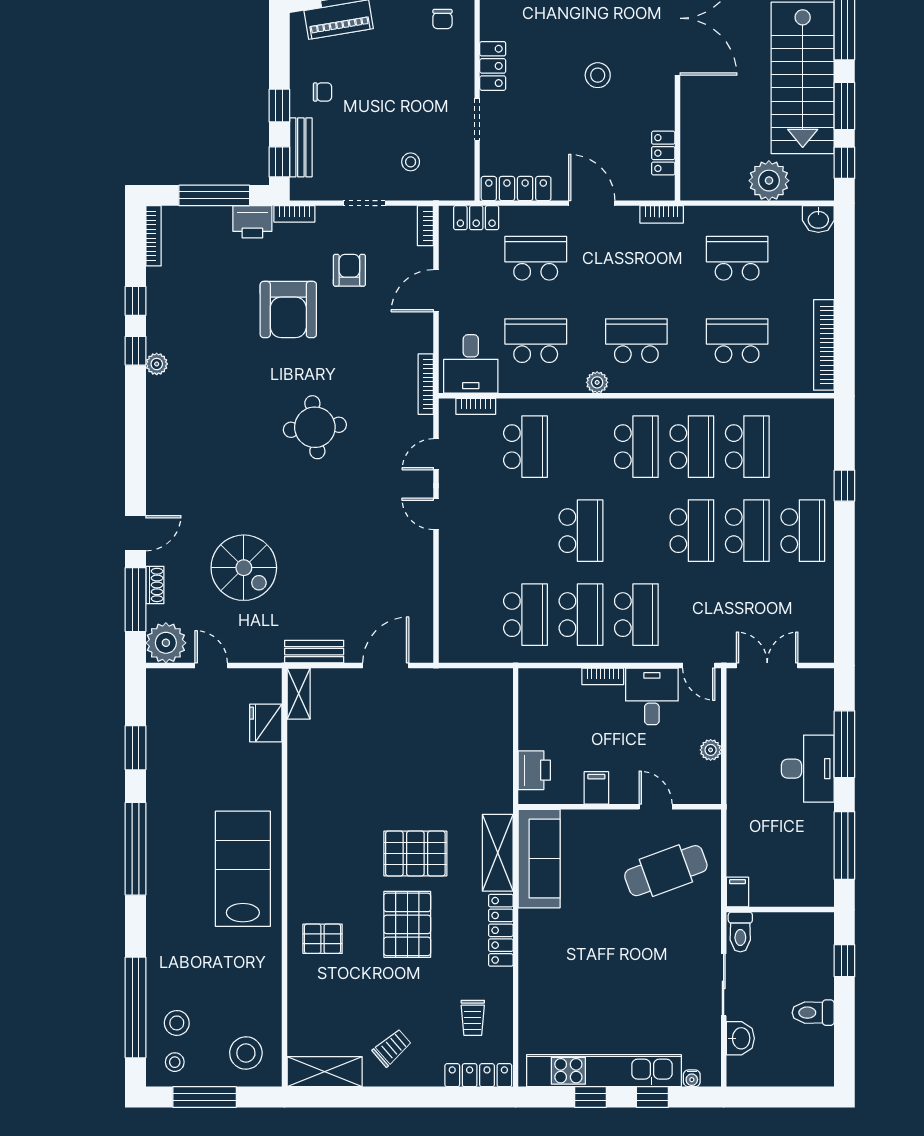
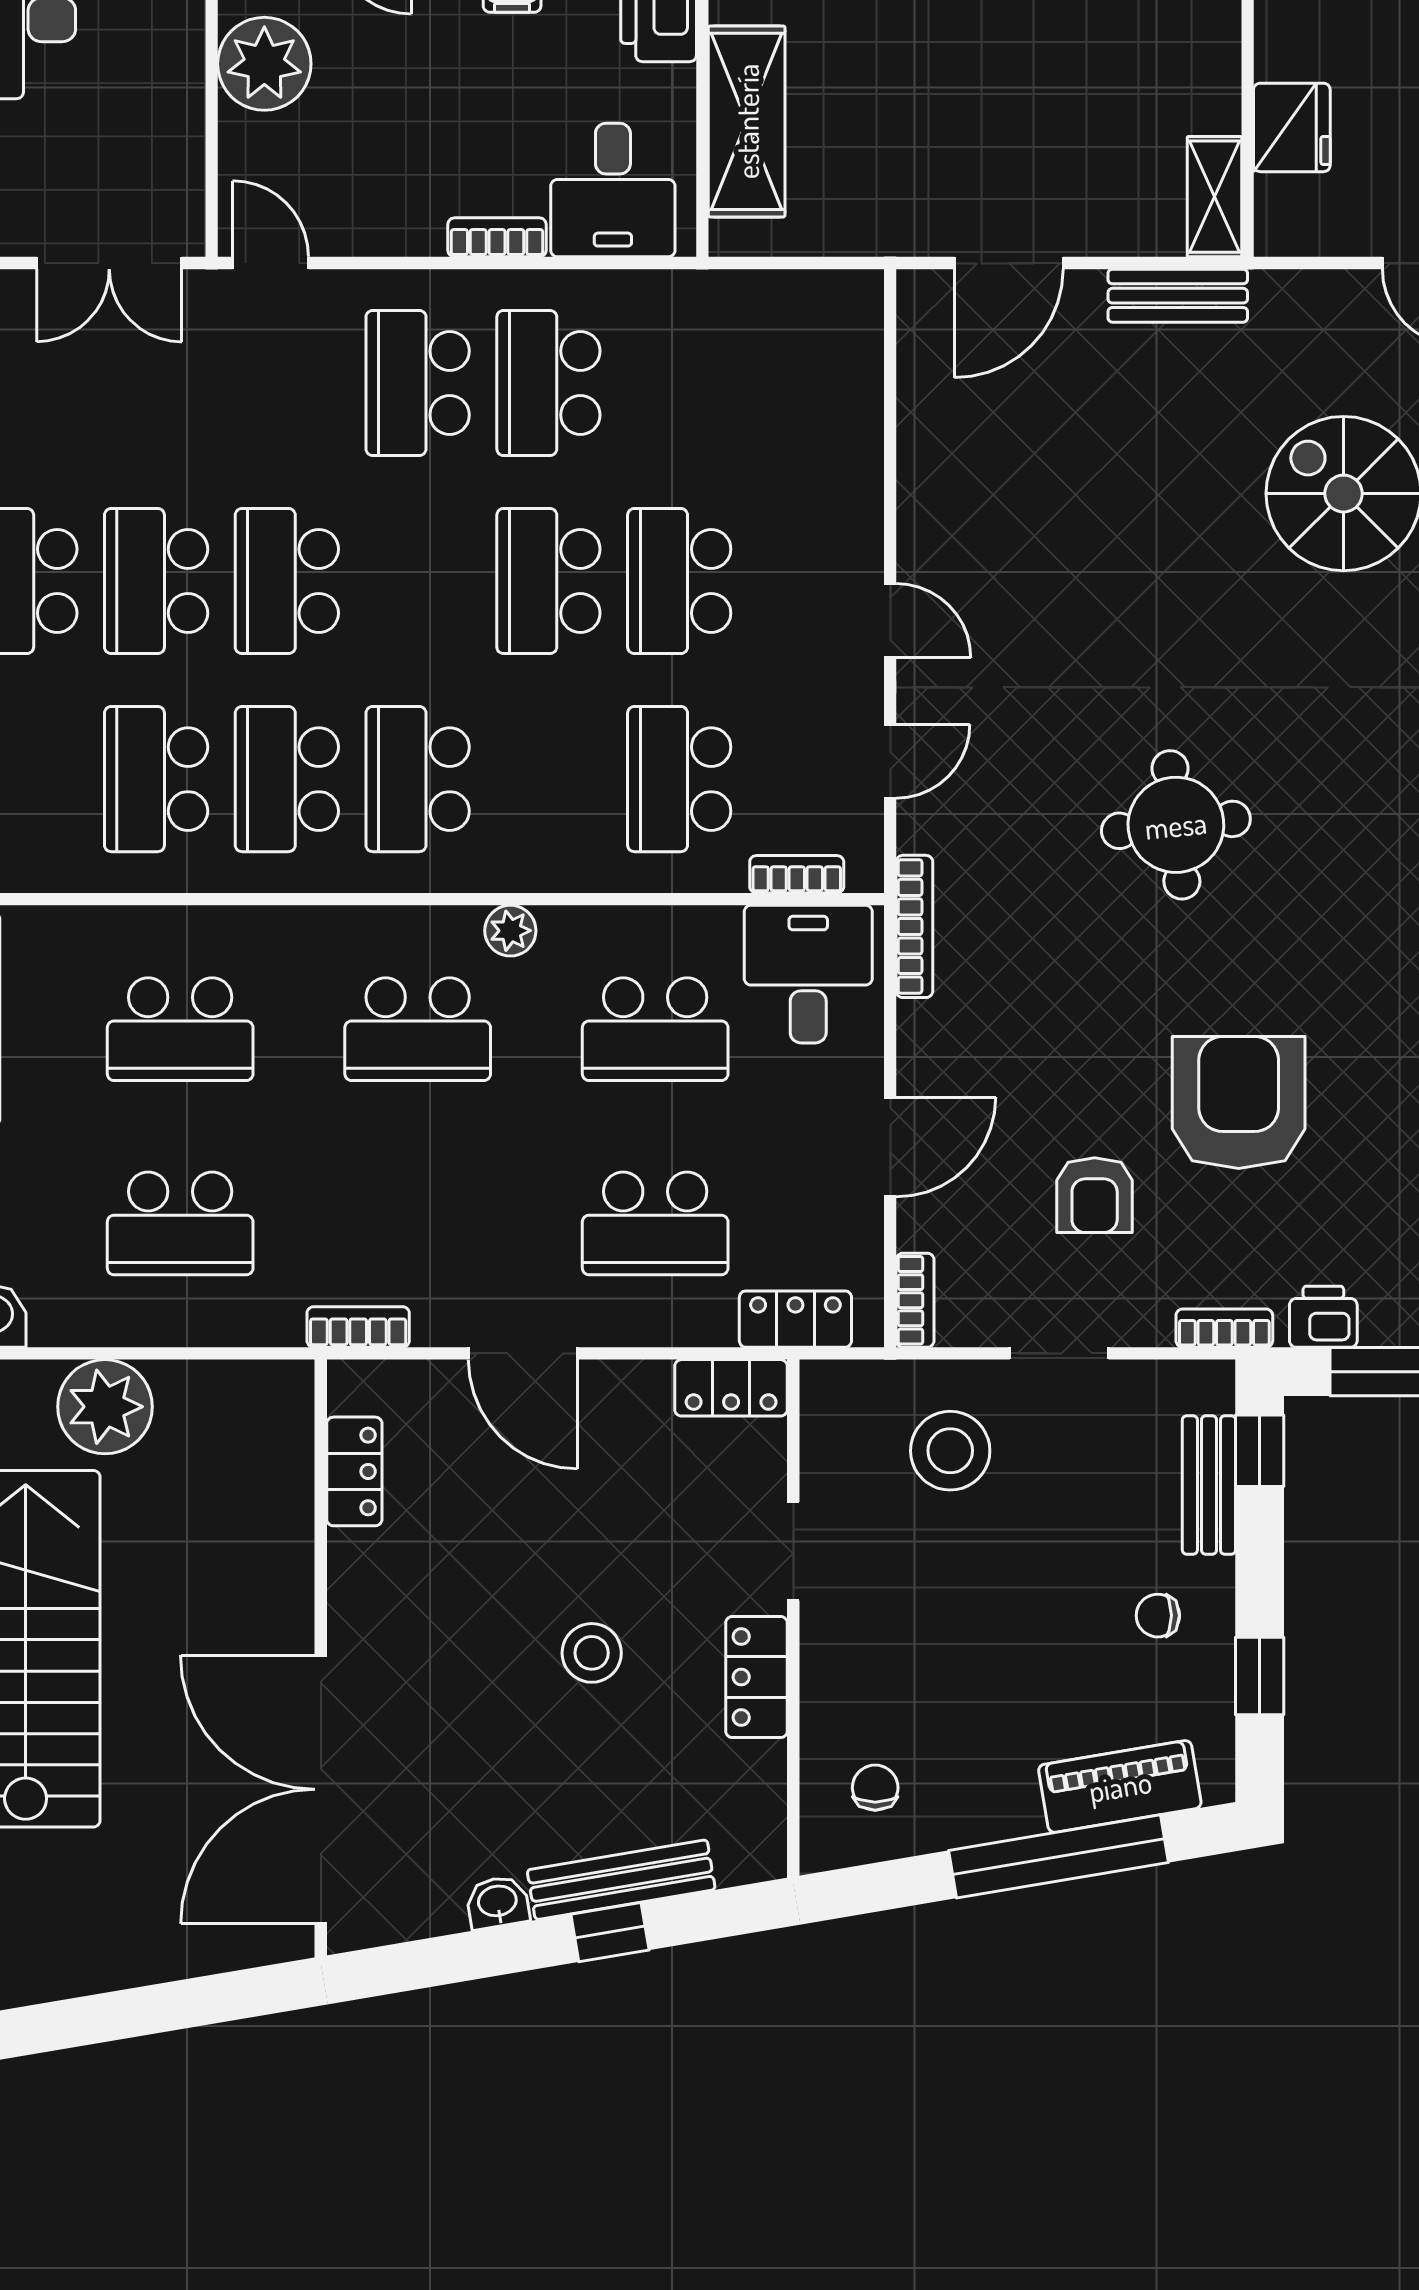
stool: (598, 75) -> (592, 1653), moved
window: (279, 106) -> (1260, 1676), moved
stool: (411, 162) -> (950, 1451), width x1.89, depth x1.89
locker: (516, 189) -> (731, 1388), width x0.66
printer: (252, 222) -> (1323, 1317), width x0.73, depth x0.81
school desk: (525, 615) -> (679, 581), moved
desk: (652, 696) -> (613, 190), moved
shelving: (497, 725) -> (747, 121), added
plant: (711, 750) -> (264, 64), width x1.88, depth x1.88

